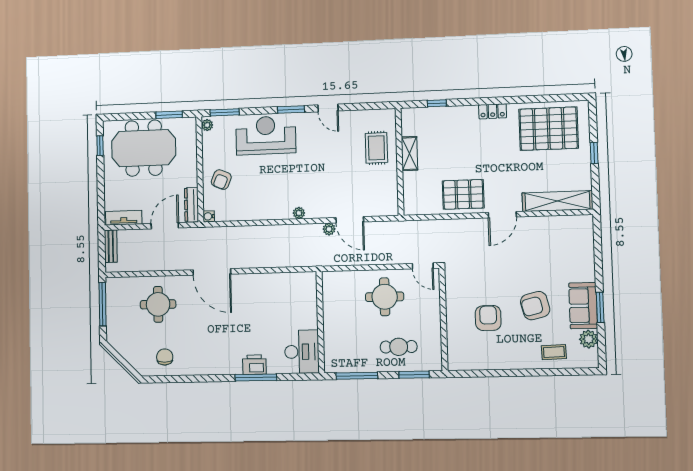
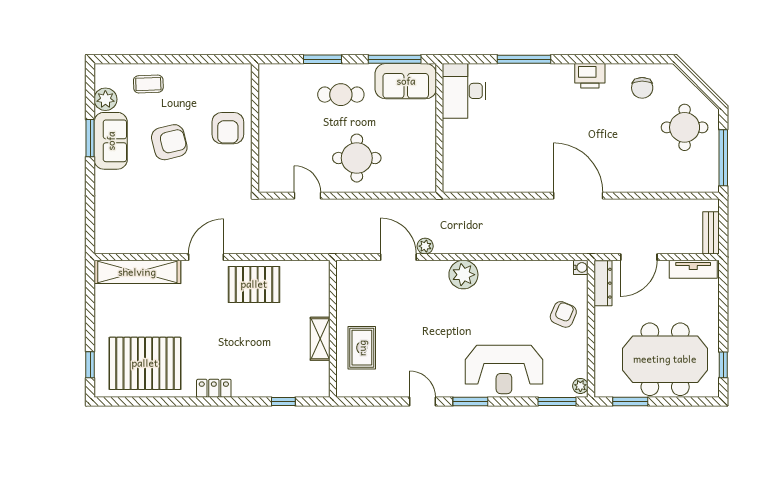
window: (594, 153) -> (90, 365), moved
plant: (299, 213) -> (463, 275), width x1.87, depth x1.87
round table: (158, 304) -> (685, 127), moved
wall: (443, 319) -> (255, 128), moved
sofa: (348, 359) -> (406, 81), added
printer: (254, 365) -> (590, 76), moved

